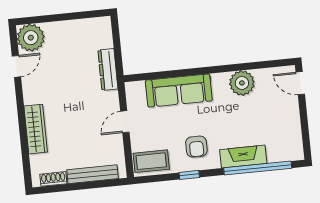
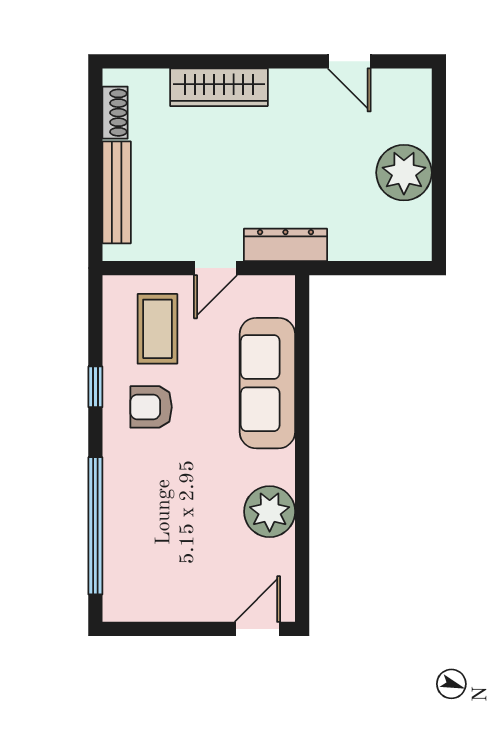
plant: (31, 38) -> (404, 173), moved
dresser: (108, 70) -> (285, 245), moved
door: (125, 122) -> (216, 268), swing flipped
fireplace: (243, 157) -> (121, 499), removed
coffee table: (151, 161) -> (157, 329), moved

